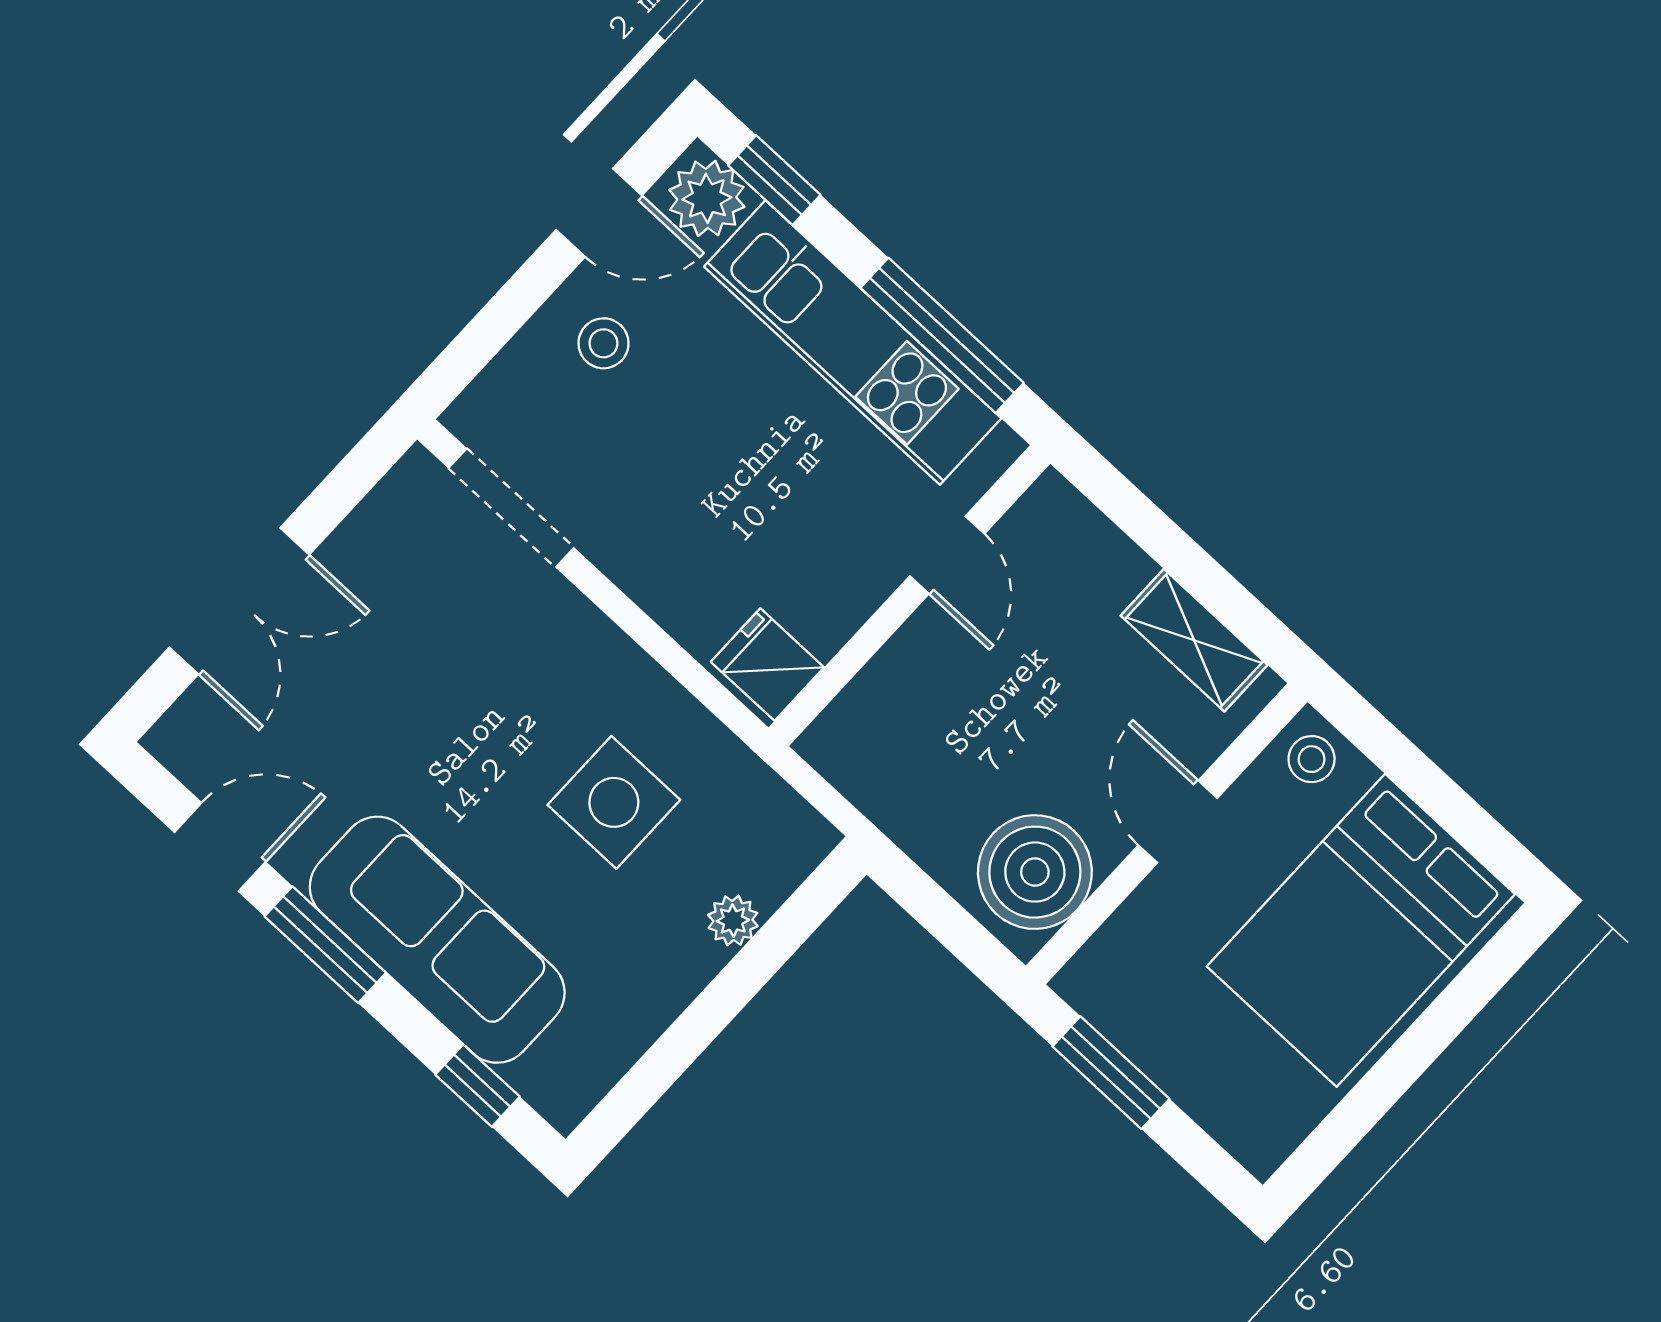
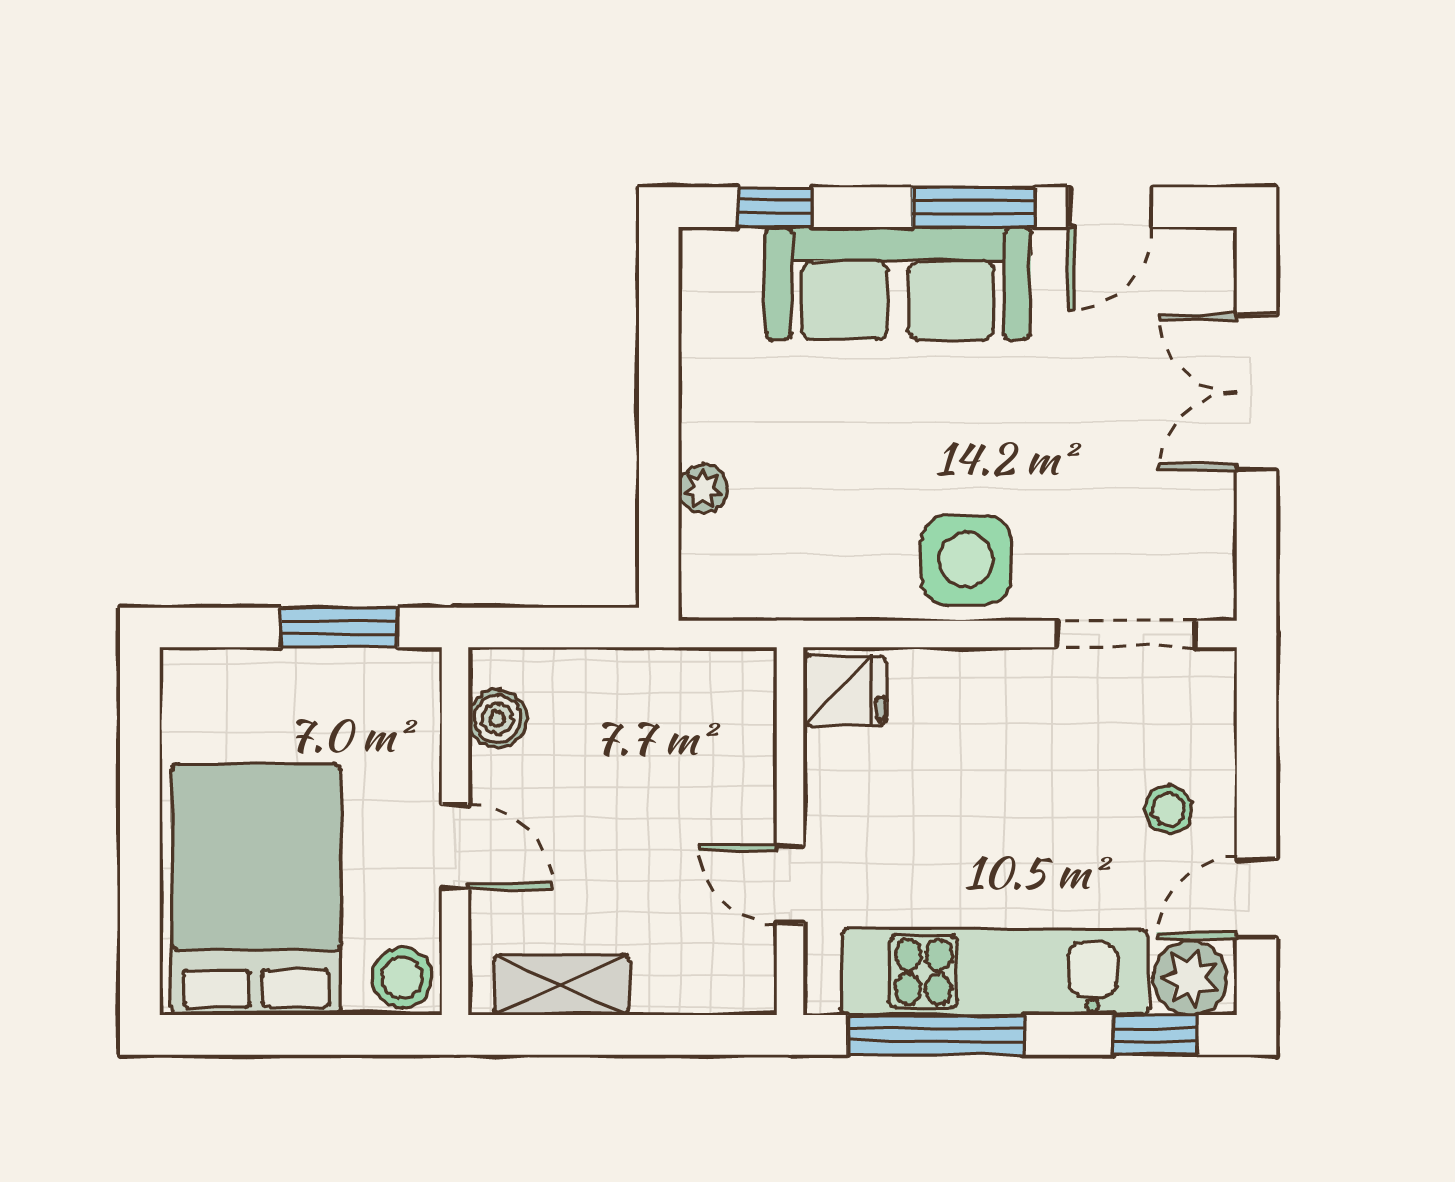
stool: (1312, 759) -> (402, 978), width x1.37, depth x1.37
side table: (614, 802) -> (966, 560), moved
boiler: (1035, 872) -> (497, 719), width x0.54, depth x0.54

